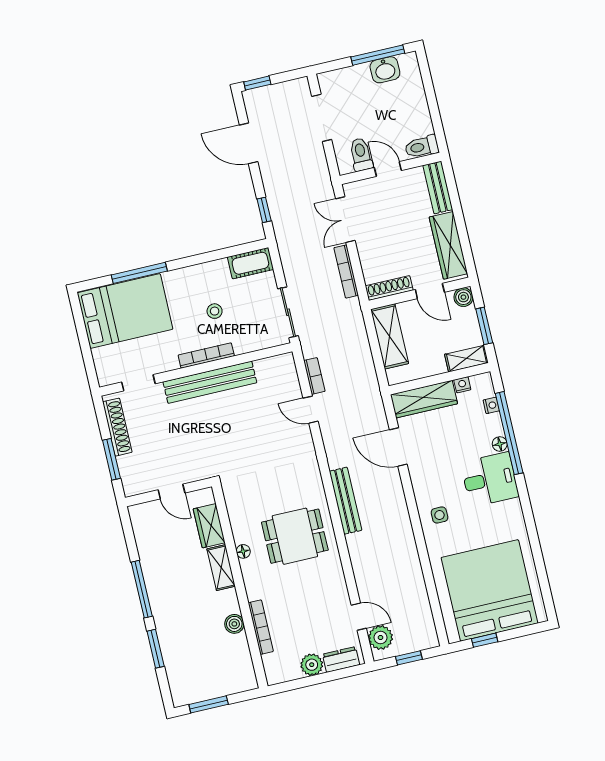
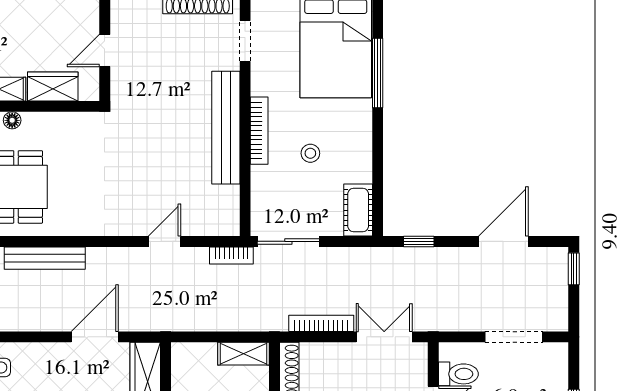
shelving: (390, 336) -> (243, 354), width x0.67, depth x0.75
bookcase: (314, 376) -> (231, 255), moved

